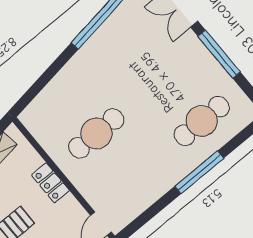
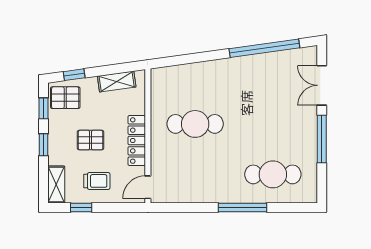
locker: (50, 183) -> (137, 141), width x1.53

